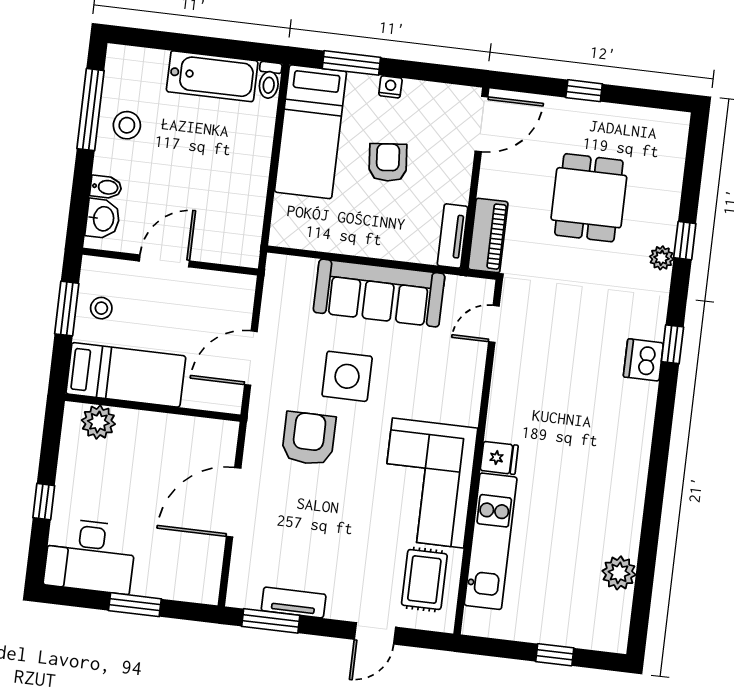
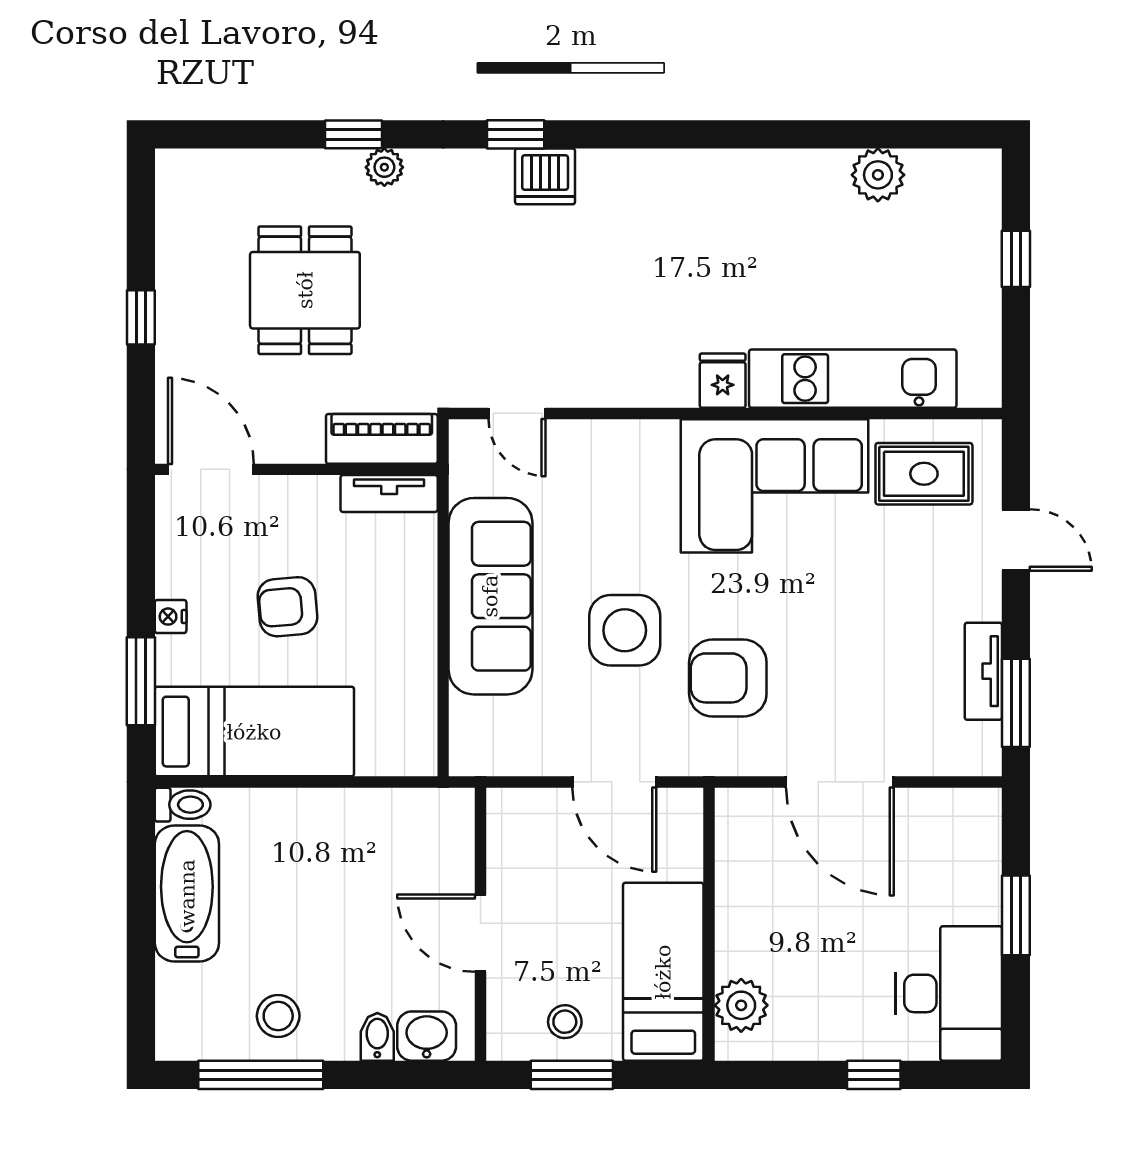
dining table: (589, 198) -> (305, 290), turned 90

